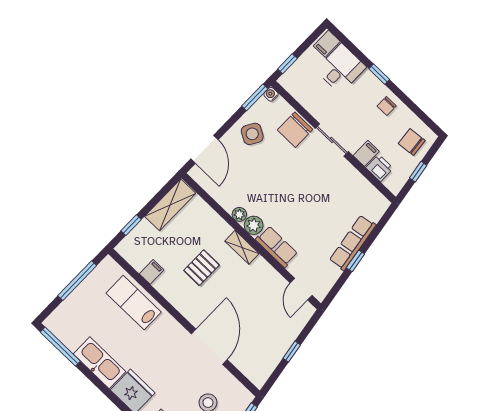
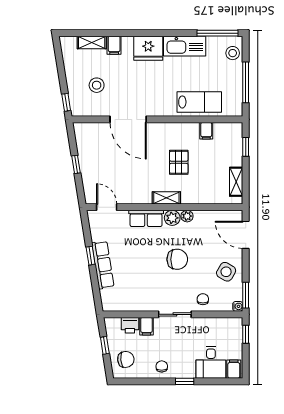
chair: (295, 130) -> (203, 299), width x0.54, depth x0.54
chair: (284, 185) -> (177, 259), added
shelving: (170, 205) -> (236, 182), width x0.67, depth x0.75
stool: (64, 317) -> (233, 53), added

